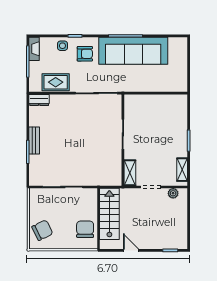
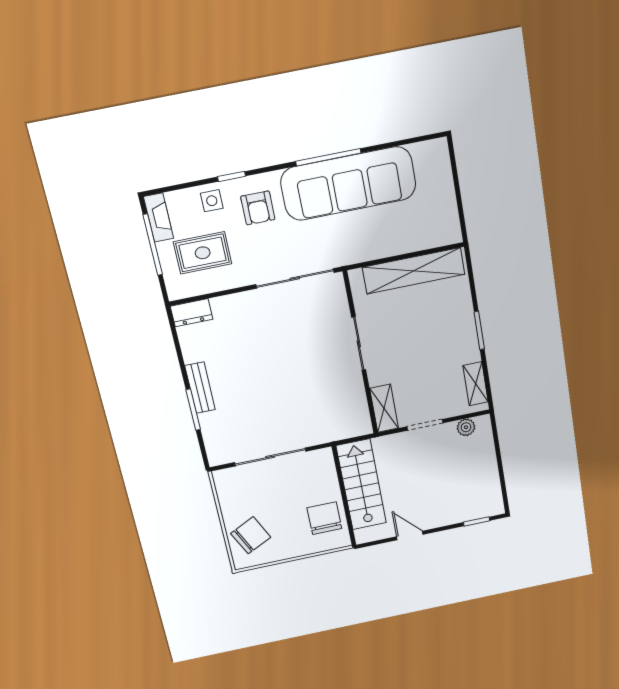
armchair: (85, 54) -> (258, 208), turned 90
rug: (56, 82) -> (203, 253), moved
shelving: (159, 102) -> (414, 271), added

